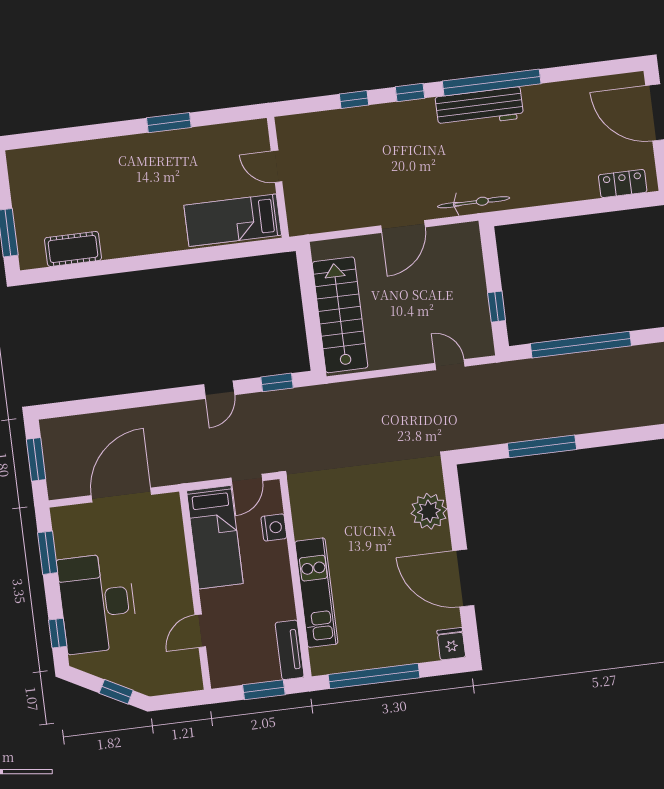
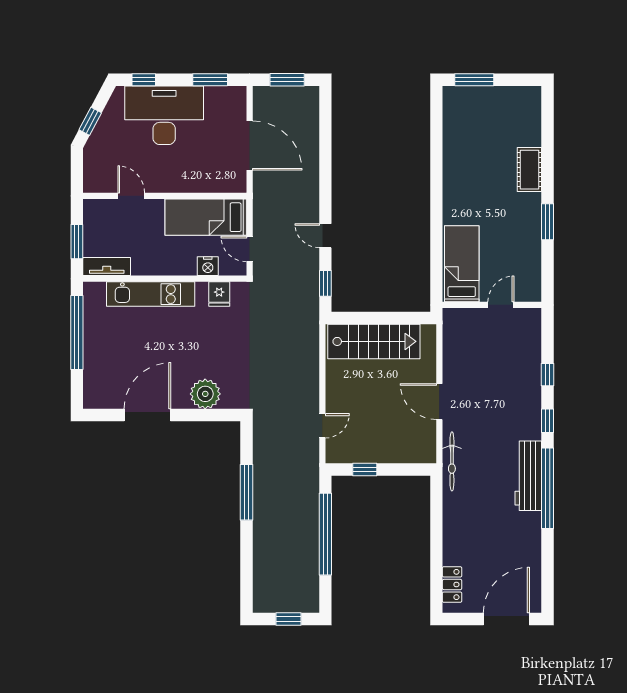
cot: (73, 249) -> (529, 170), moved
fridge: (451, 644) -> (219, 294), moved, turned 90

